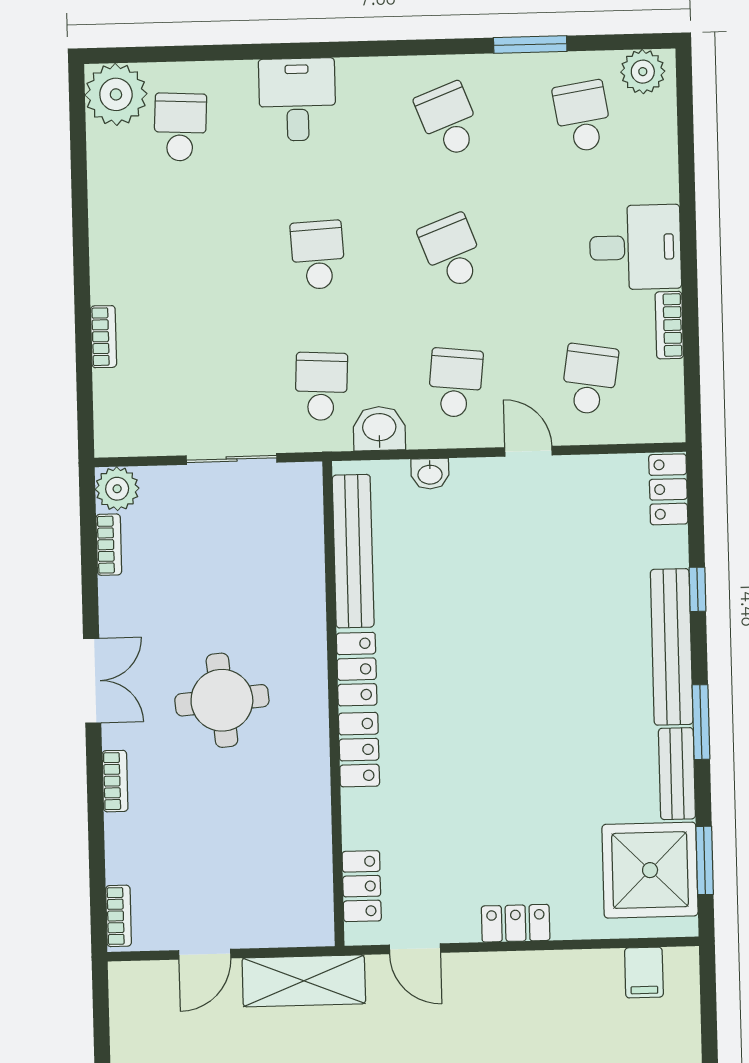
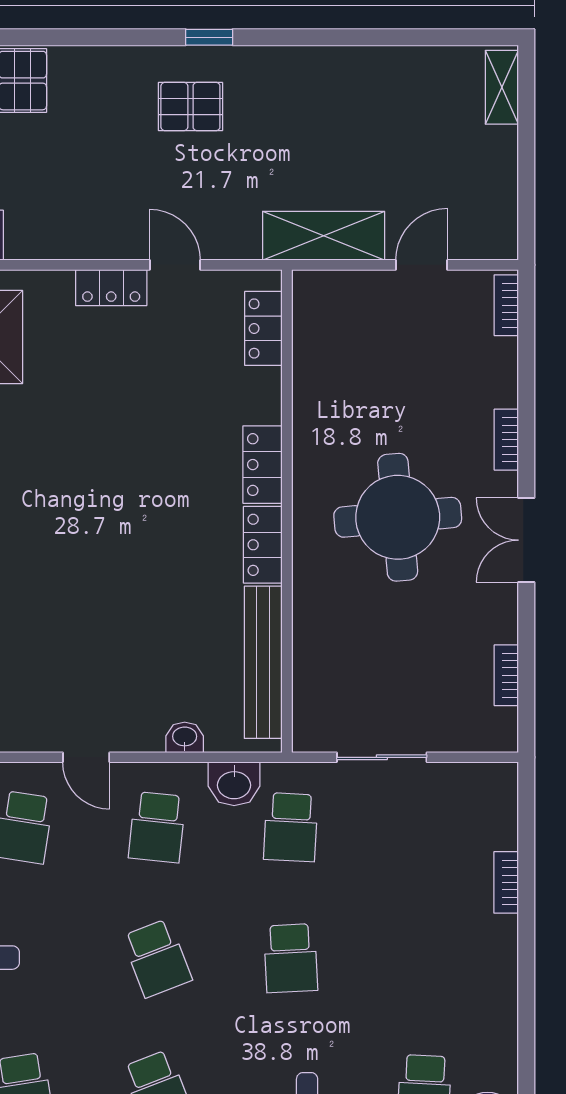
plant: (117, 489) -> (497, 731), removed
round table: (222, 700) -> (398, 517), width x1.36, depth x1.36
door: (415, 949) -> (175, 265), moved

